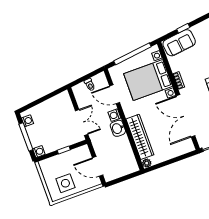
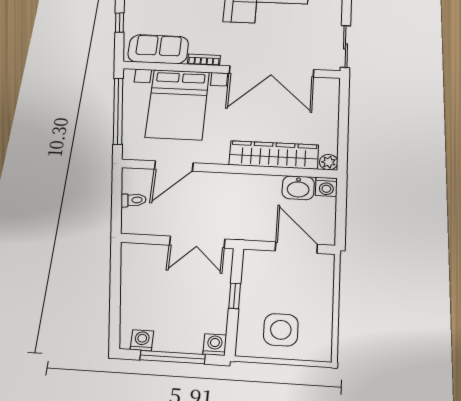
sofa: (179, 43) -> (158, 49), moved, turned -83
washing machine: (114, 115) -> (326, 187), moved
double door: (82, 123) -> (197, 242), swing flipped
washbasin: (118, 128) -> (298, 188), moved
door: (98, 166) -> (296, 248), swing flipped
side table: (65, 183) -> (281, 330), moved

